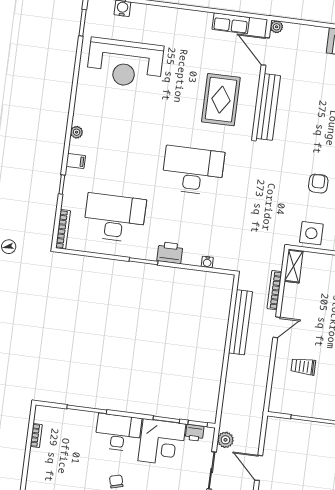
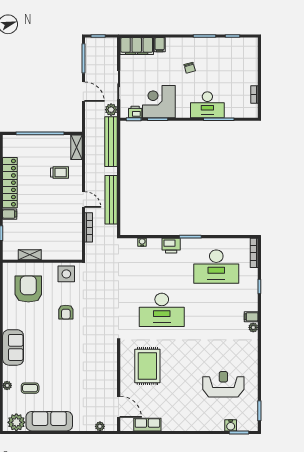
plant: (277, 27) -> (100, 426), moved
reception desk: (125, 63) -> (223, 384), width x0.74, depth x0.77
bench: (268, 107) -> (111, 142), moved
filing cabinet: (76, 161) -> (251, 317), moved
shelving: (294, 266) -> (76, 147), moved
door: (277, 327) -> (83, 200), swing flipped
desk: (118, 432) -> (207, 105), moved

